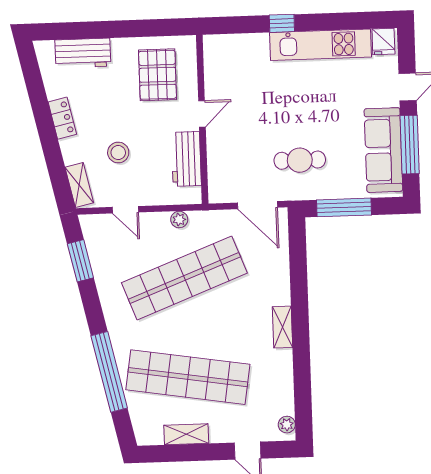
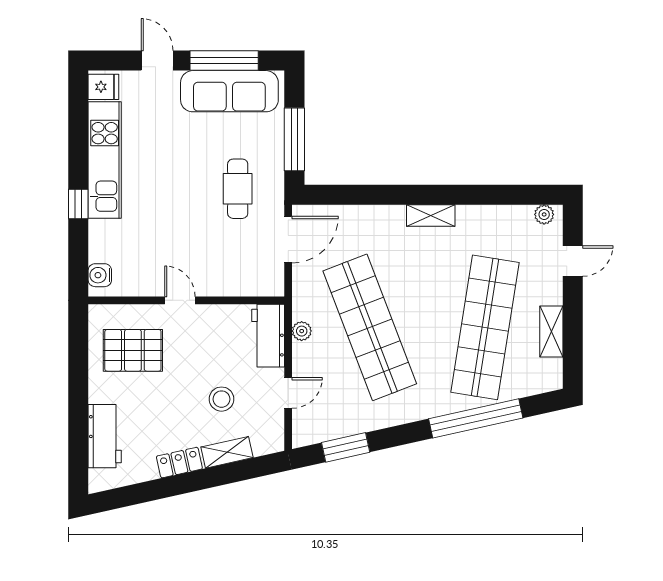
water cooler: (221, 44) -> (100, 275), added
workbench: (186, 159) -> (268, 336), moved, turned 90
shelving: (79, 185) -> (227, 452), moved

